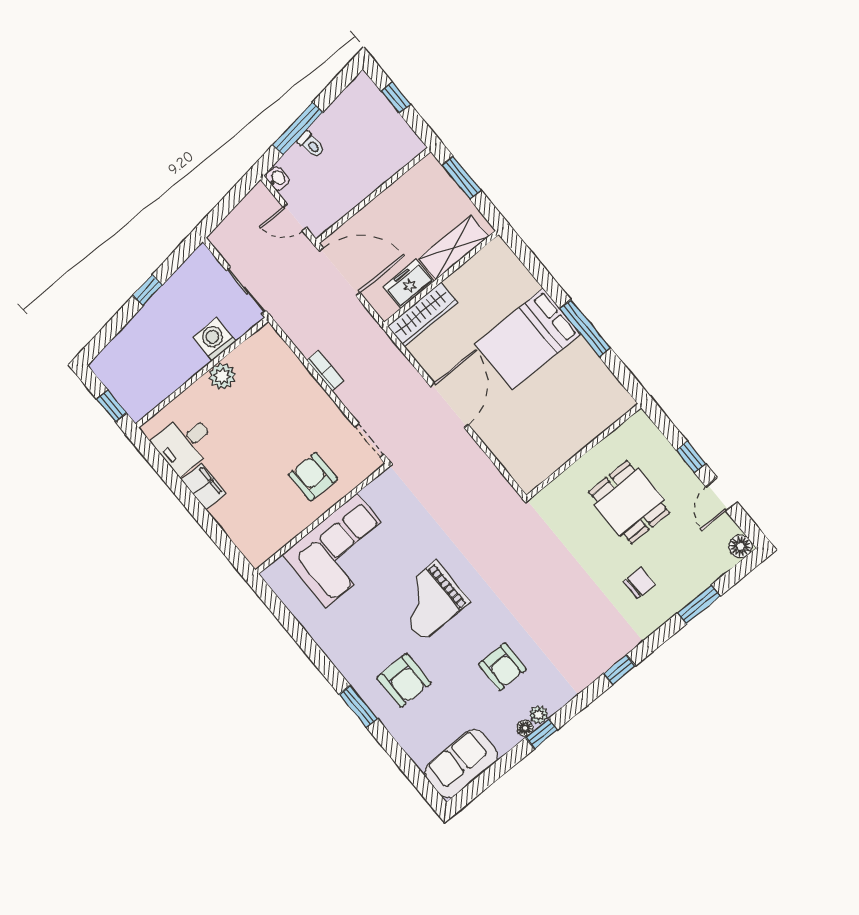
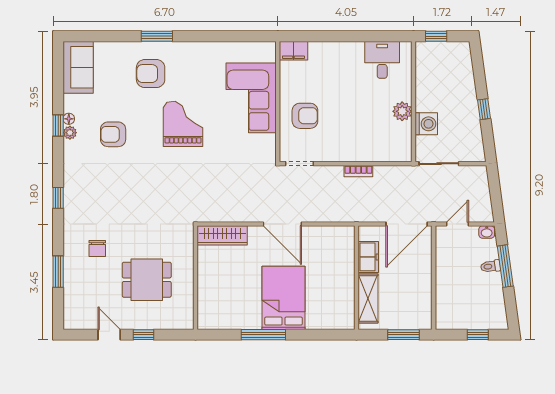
wardrobe: (423, 314) -> (222, 235), moved, turned -90
filing cabinet: (204, 486) -> (293, 51), moved
floor lamp: (741, 546) -> (71, 321), removed

